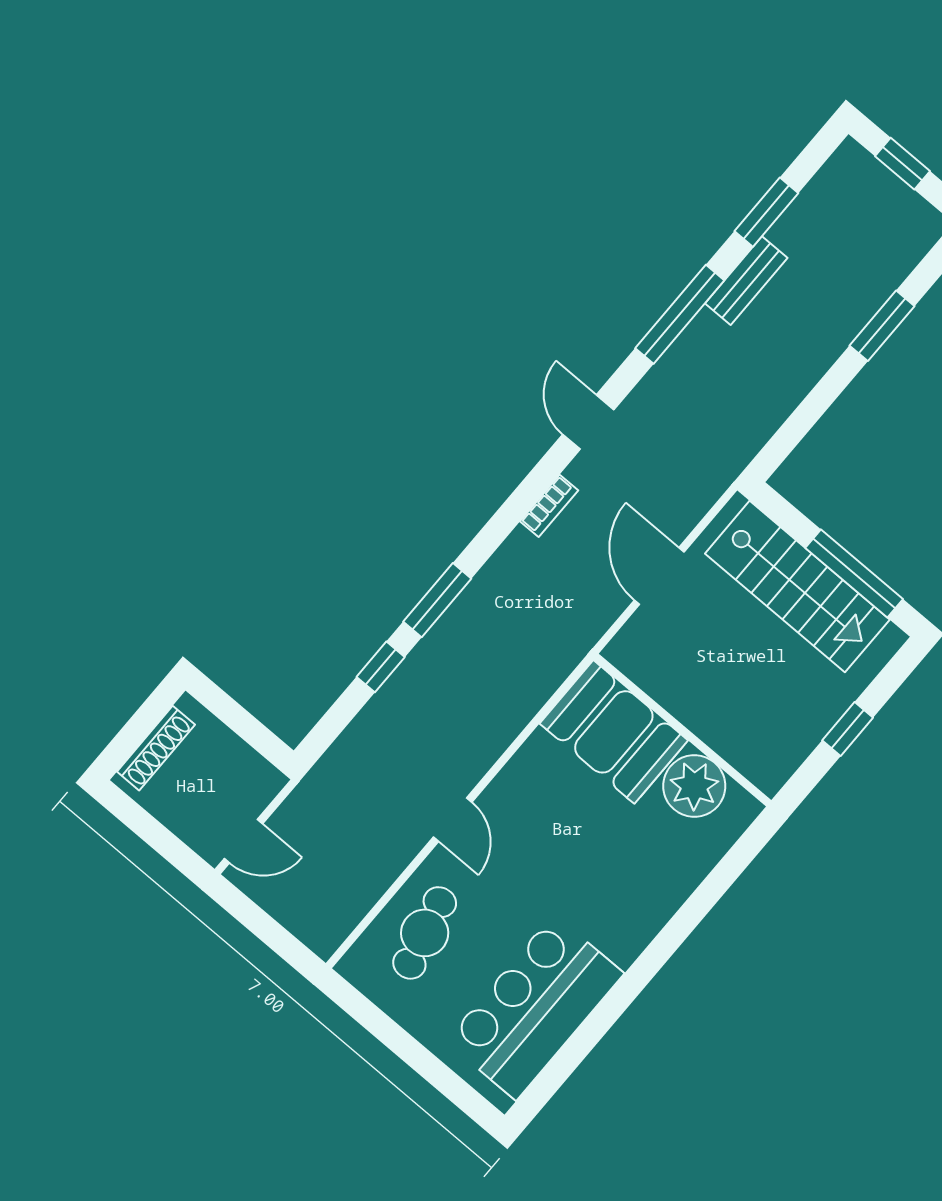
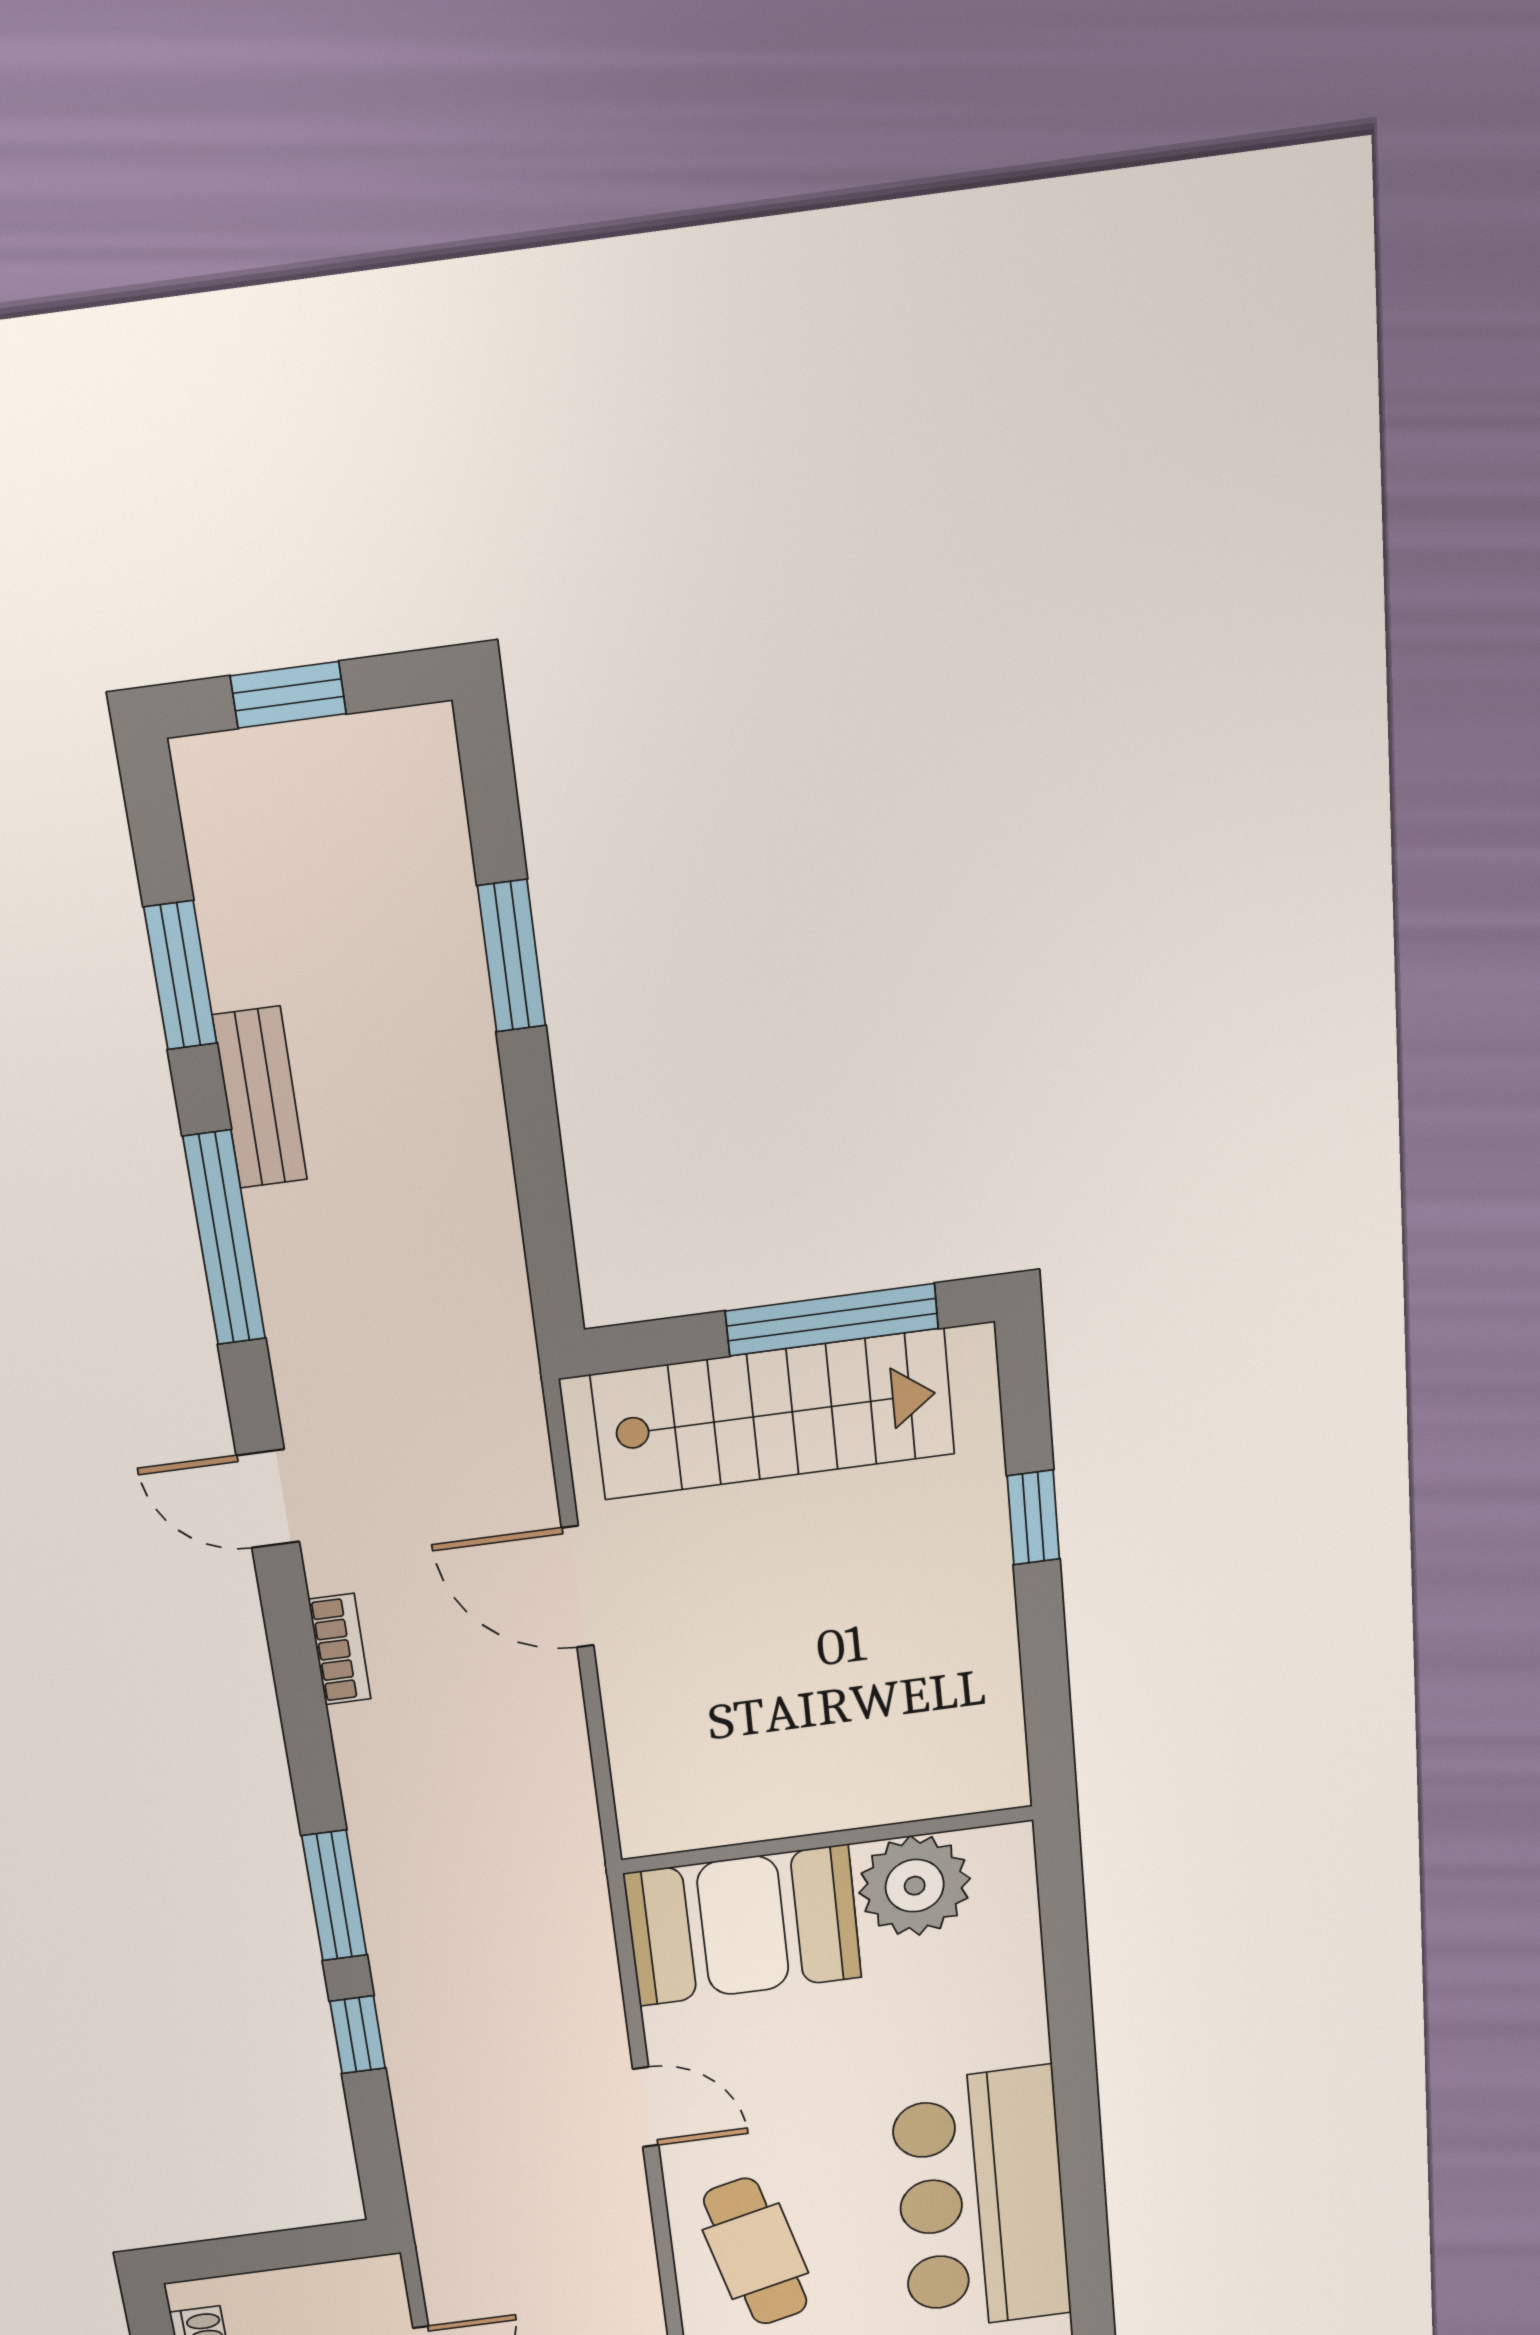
wall: (682, 730) -> (827, 1840), moved
booth: (614, 732) -> (743, 1926), moved
plant: (694, 786) -> (915, 1886), moved

